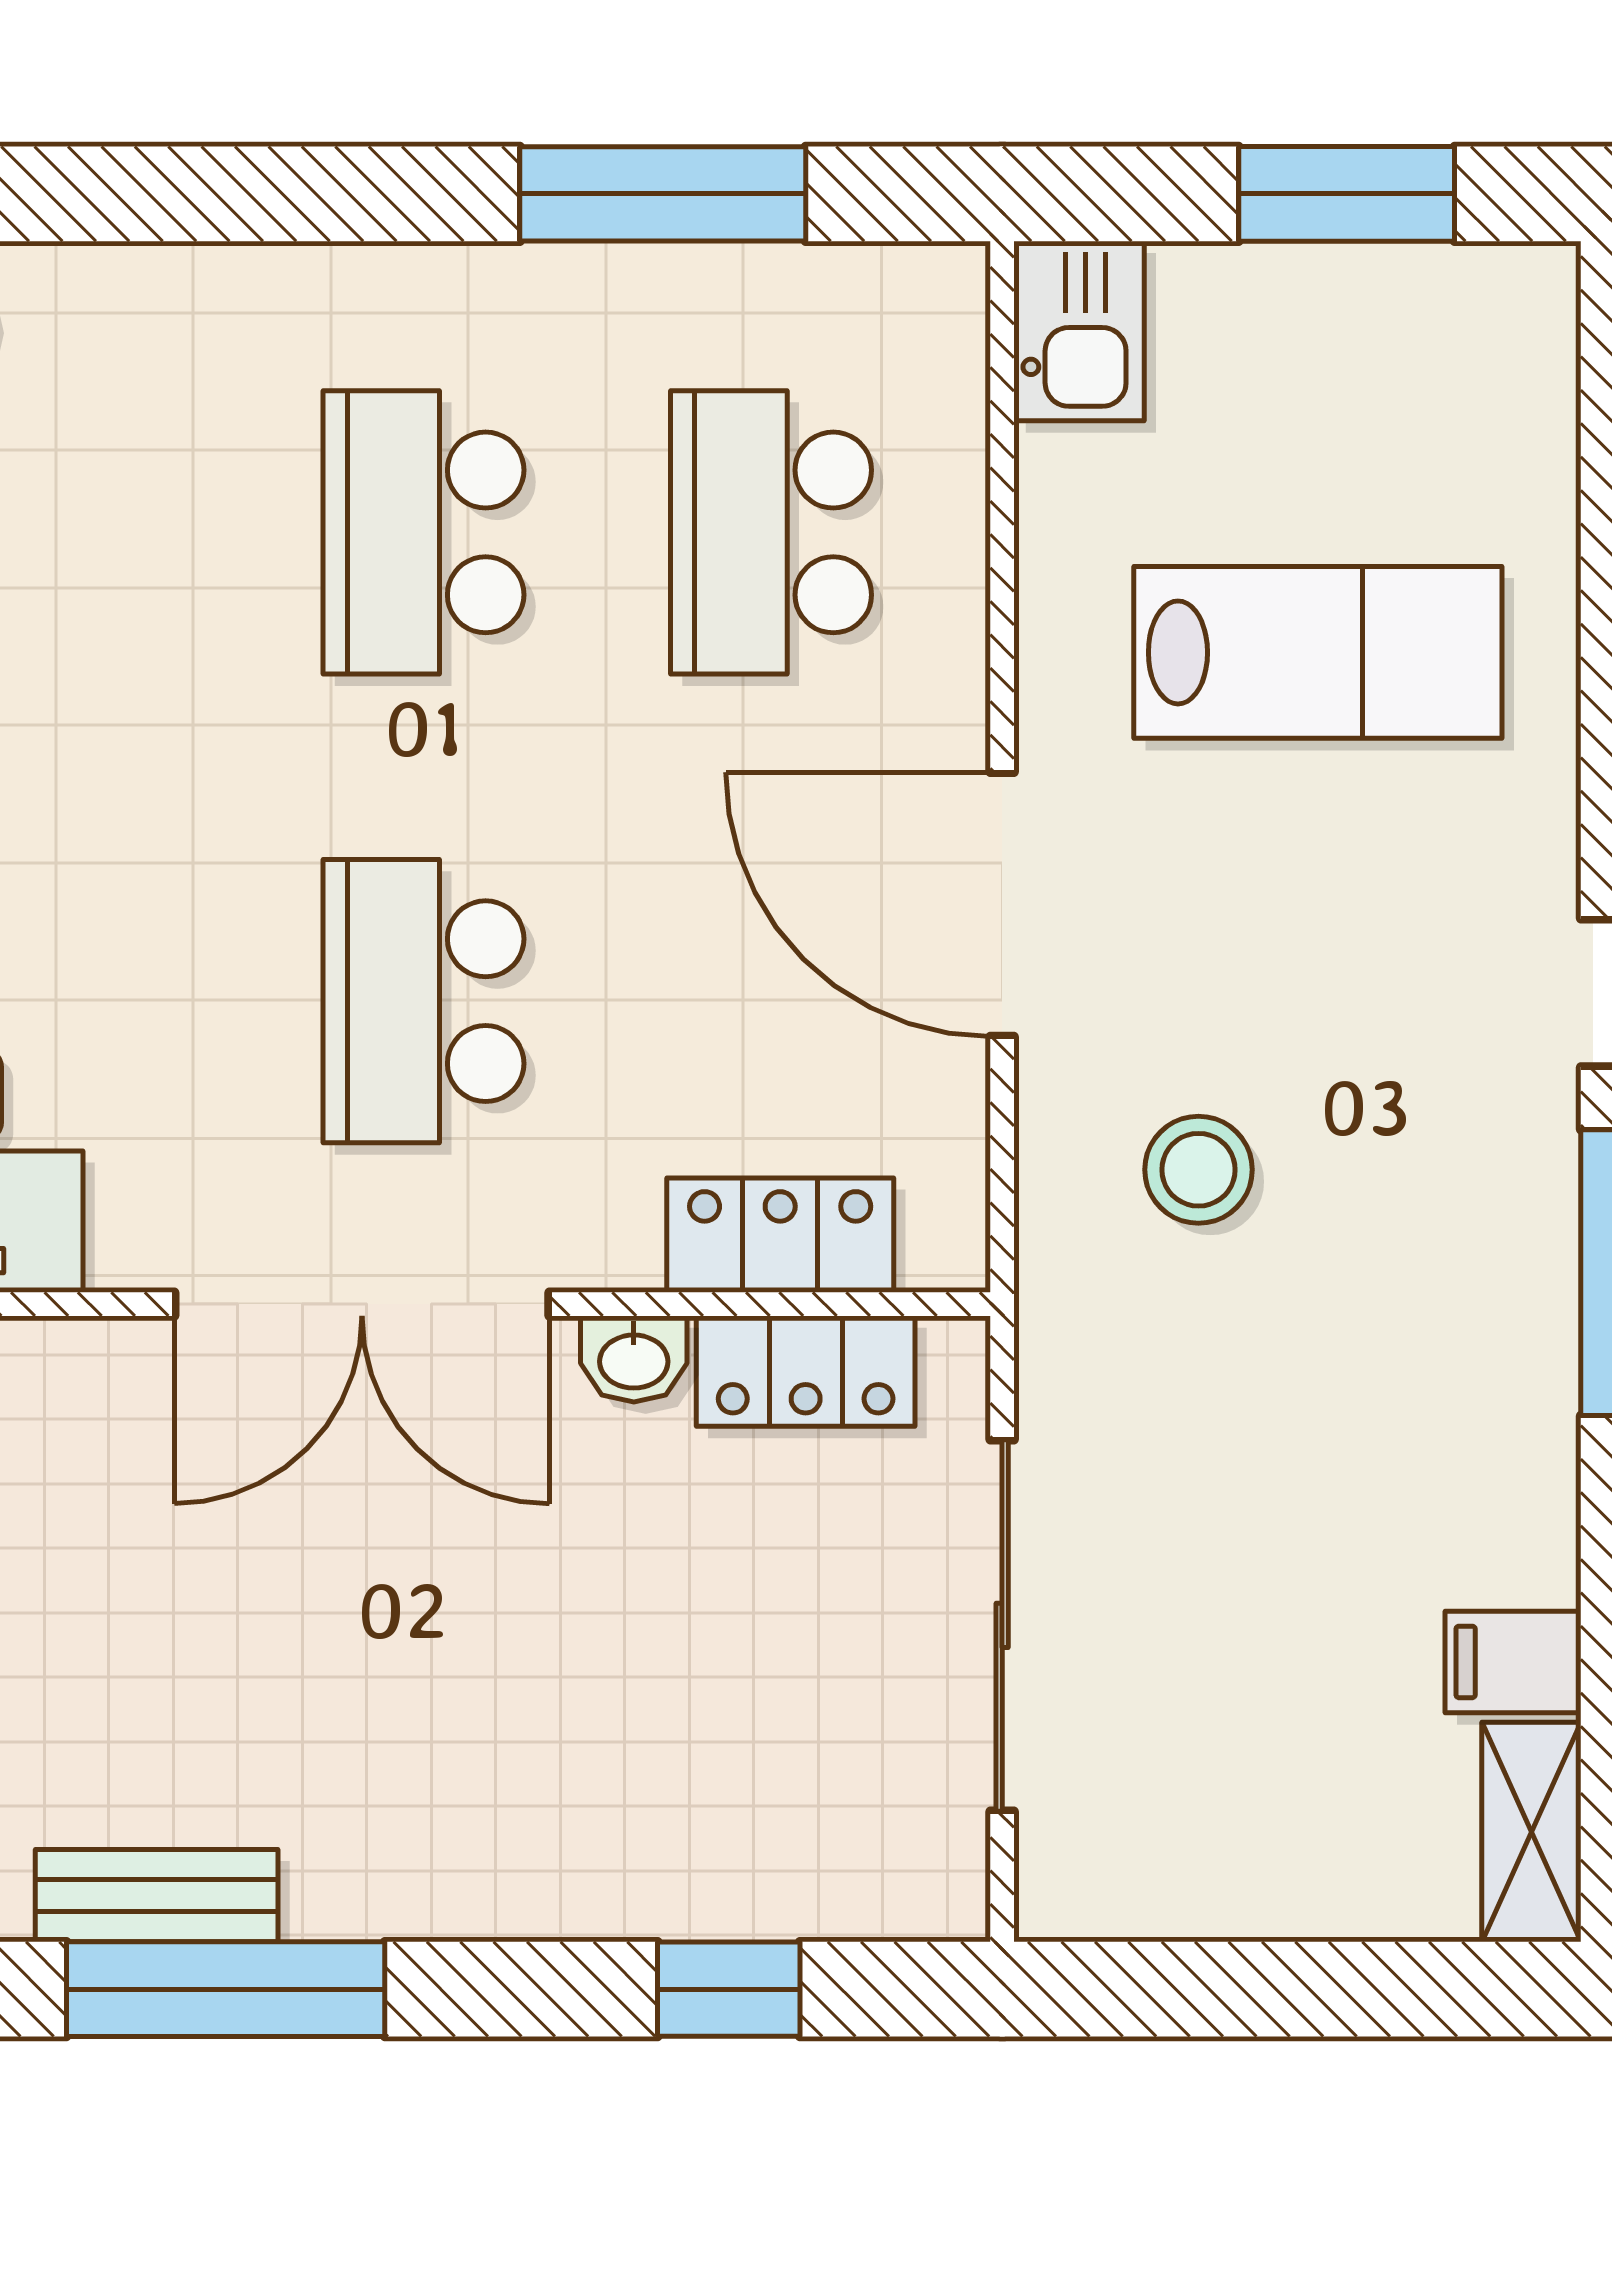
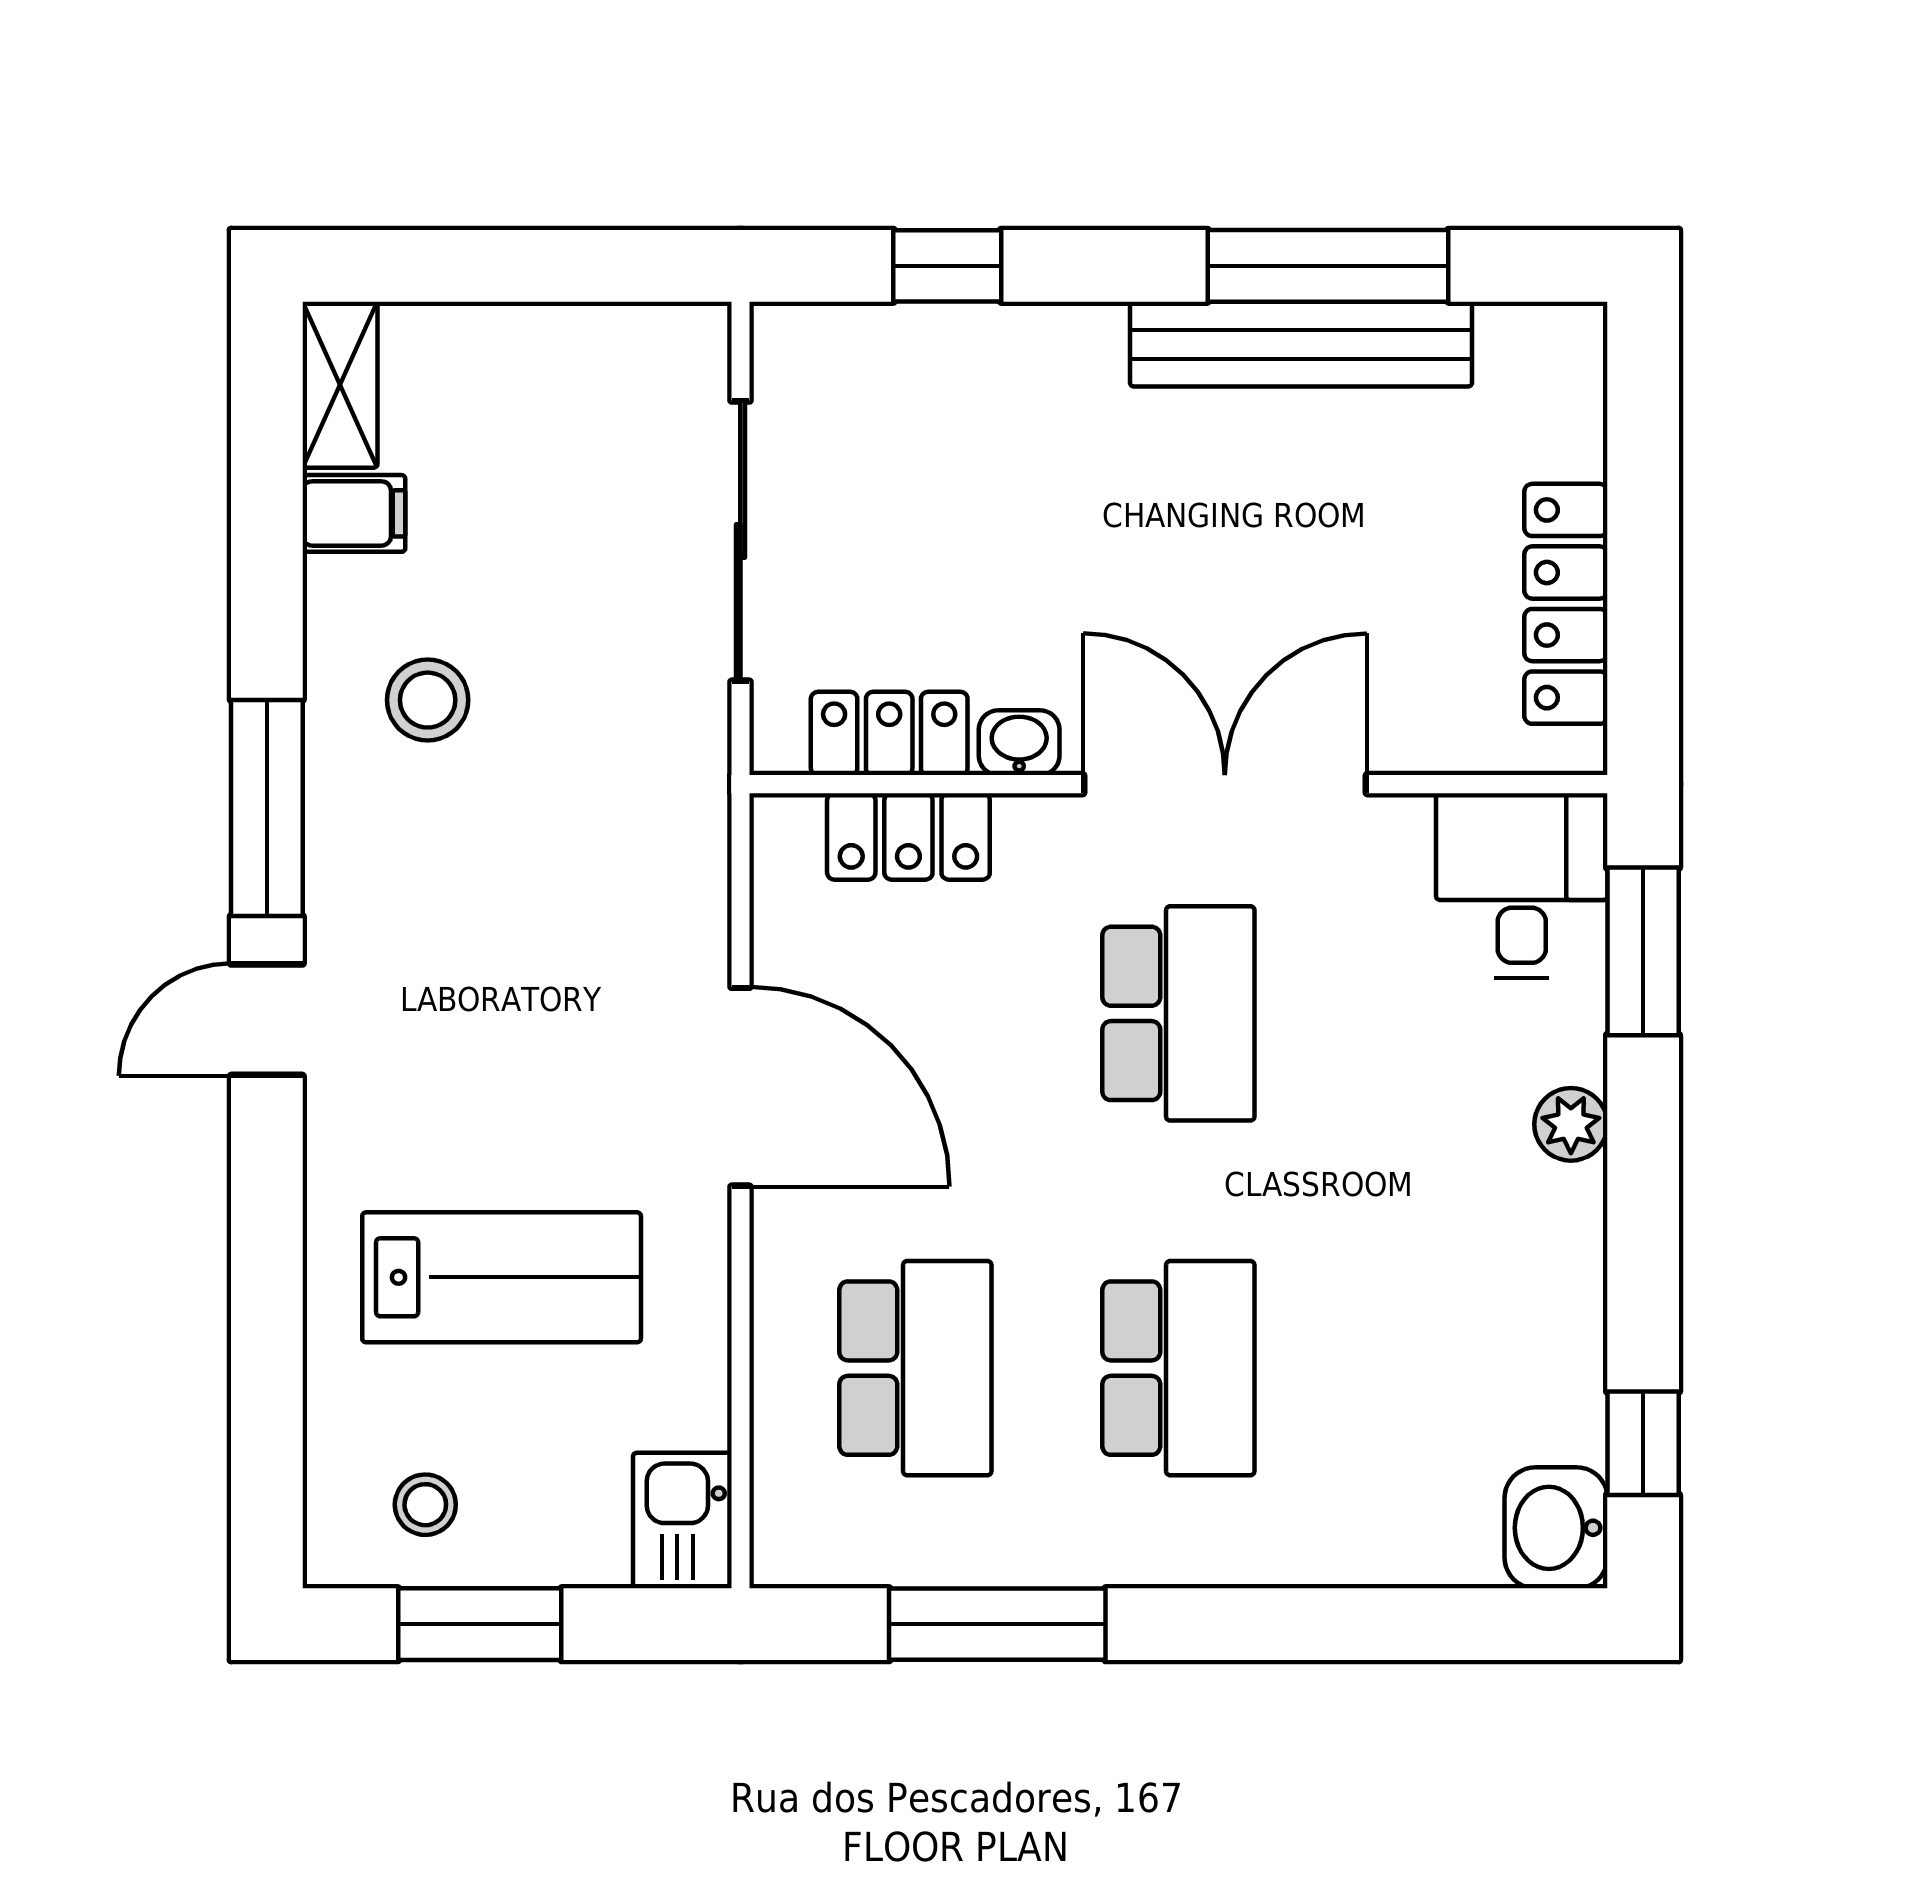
stool: (1419, 352) -> (425, 1505), added
lab bench: (1318, 652) -> (502, 1277), turned 180
stool: (1198, 1170) -> (428, 700), moved
bench: (157, 1896) -> (1301, 344), width x1.86, depth x1.21

